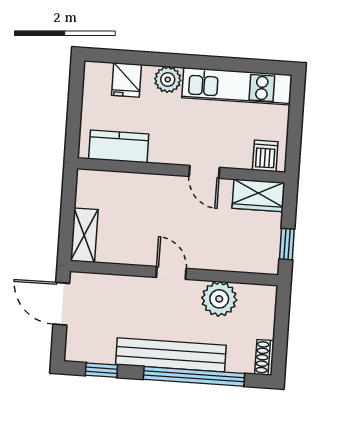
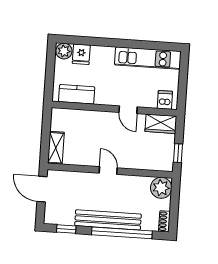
plant: (168, 80) -> (64, 51), moved
plant: (219, 299) -> (161, 188), moved

